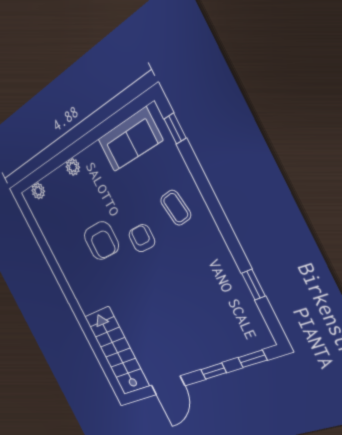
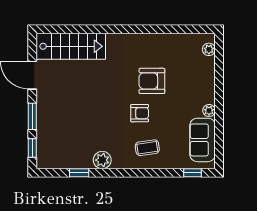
plant: (73, 167) -> (209, 111), moved
plant: (221, 260) -> (102, 160), added
window: (214, 371) -> (32, 116), width x1.50

